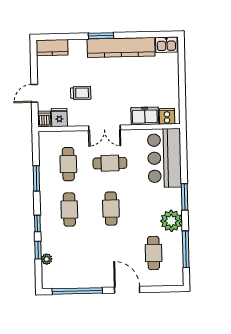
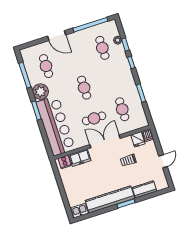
kitchen counter: (52, 48) -> (144, 189), moved
door: (34, 93) -> (163, 161), moved
double door: (104, 128) -> (105, 141), width x1.37
bar counter: (164, 158) -> (56, 126), width x1.36
cafe table: (69, 209) -> (102, 48), moved

